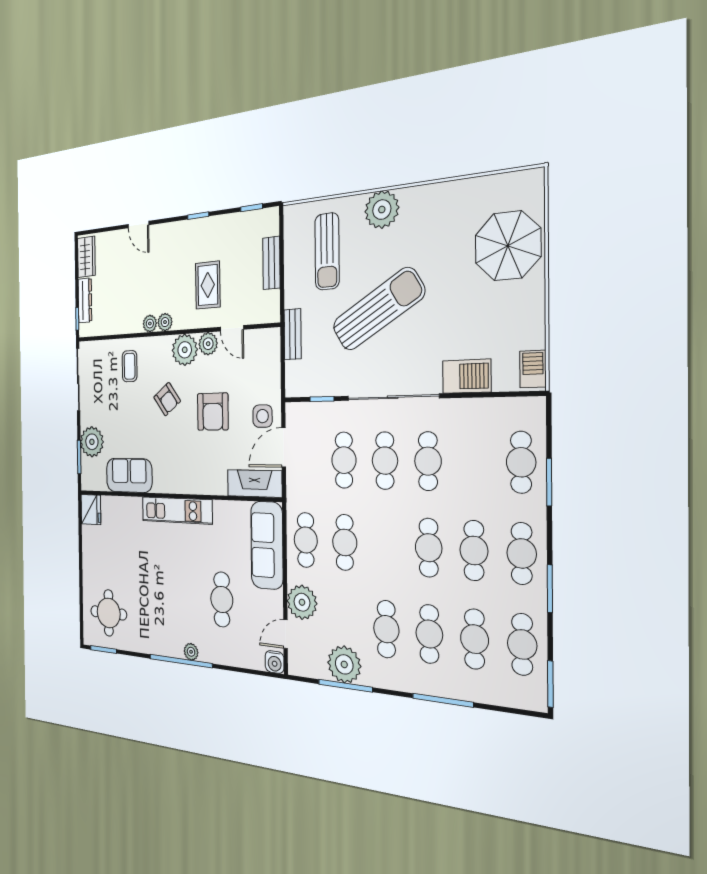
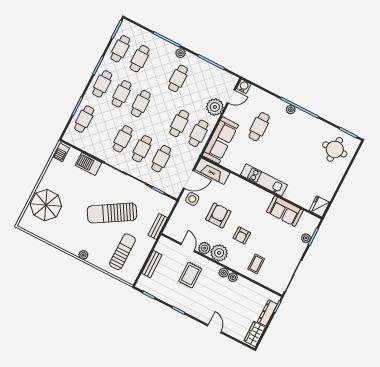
plant: (382, 210) -> (83, 255), width x0.53, depth x0.53
armchair: (167, 399) -> (242, 235), turned -143
plant: (92, 442) -> (306, 238), width x0.53, depth x0.53
cafe table: (429, 634) -> (159, 68), removed
plant: (344, 664) -> (181, 53), moved, width x0.53, depth x0.53

